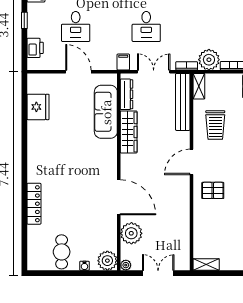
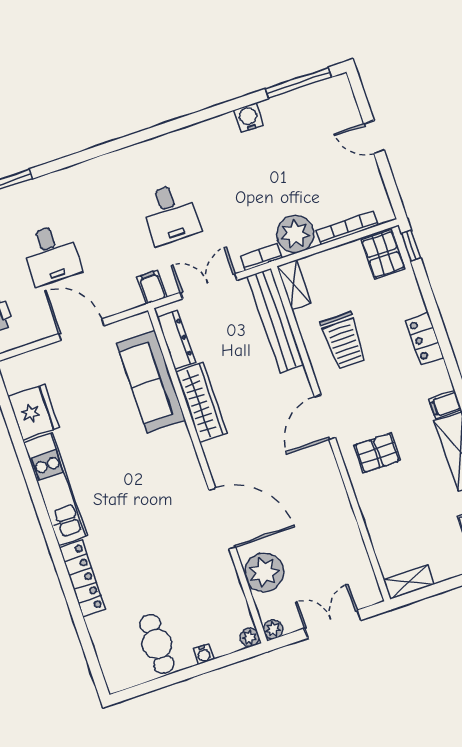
kitchen unit: (36, 151) -> (55, 489), added
plant: (107, 261) -> (250, 637), width x0.53, depth x0.53

